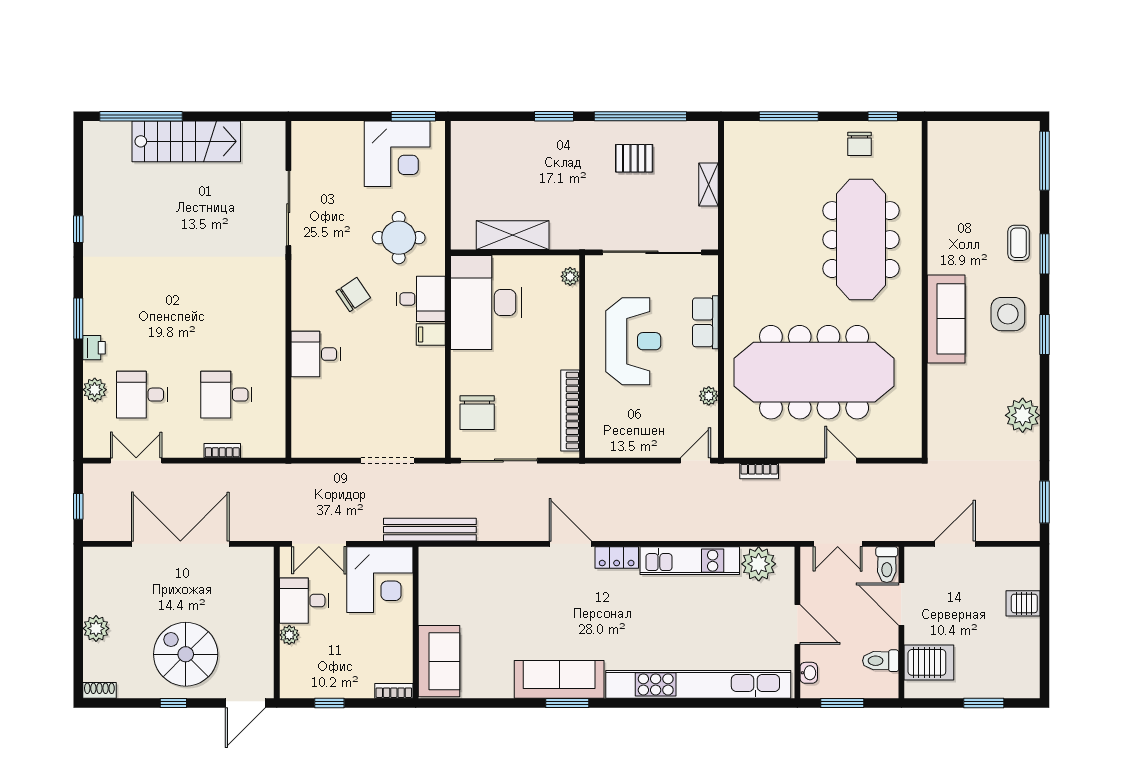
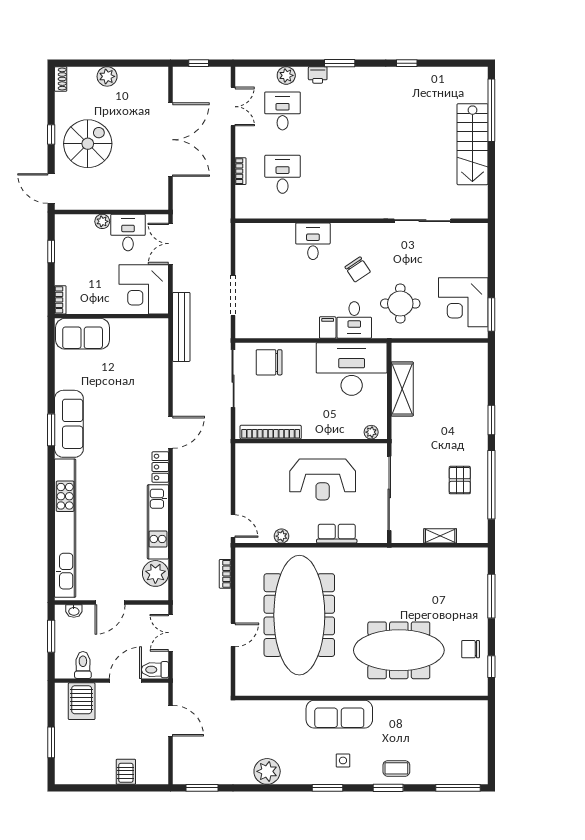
side table: (1008, 314) -> (343, 760), width x0.54, depth x0.54

